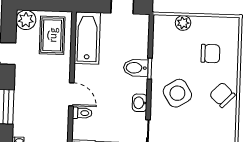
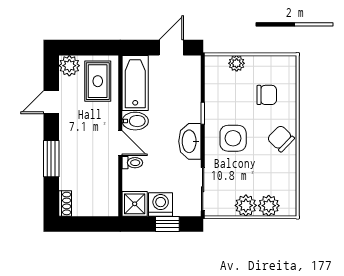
bidet: (136, 68) -> (135, 121), moved, turned 180
side table: (177, 93) -> (233, 138), turned 32
washbasin: (140, 103) -> (190, 141), width x1.91, depth x1.45

